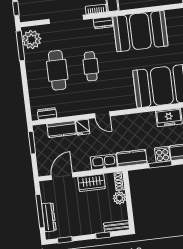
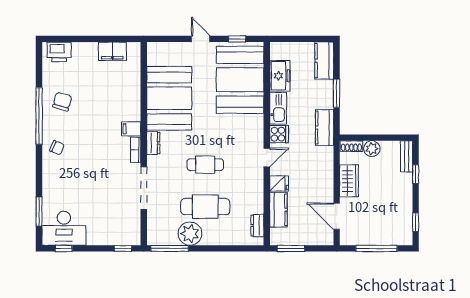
plant: (32, 40) -> (190, 234), moved
cooker: (162, 154) -> (279, 134), moved, turned 180
kitchen sink: (104, 162) -> (278, 108), moved, turned 180
dresser: (49, 217) -> (385, 238), removed

